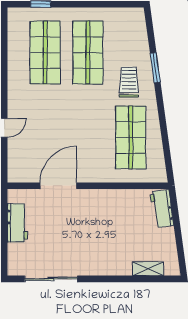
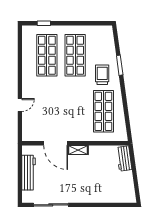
door: (58, 186) -> (56, 143), swing flipped
workbench: (17, 223) -> (29, 173), width x1.37
shelving: (148, 269) -> (78, 150), moved

